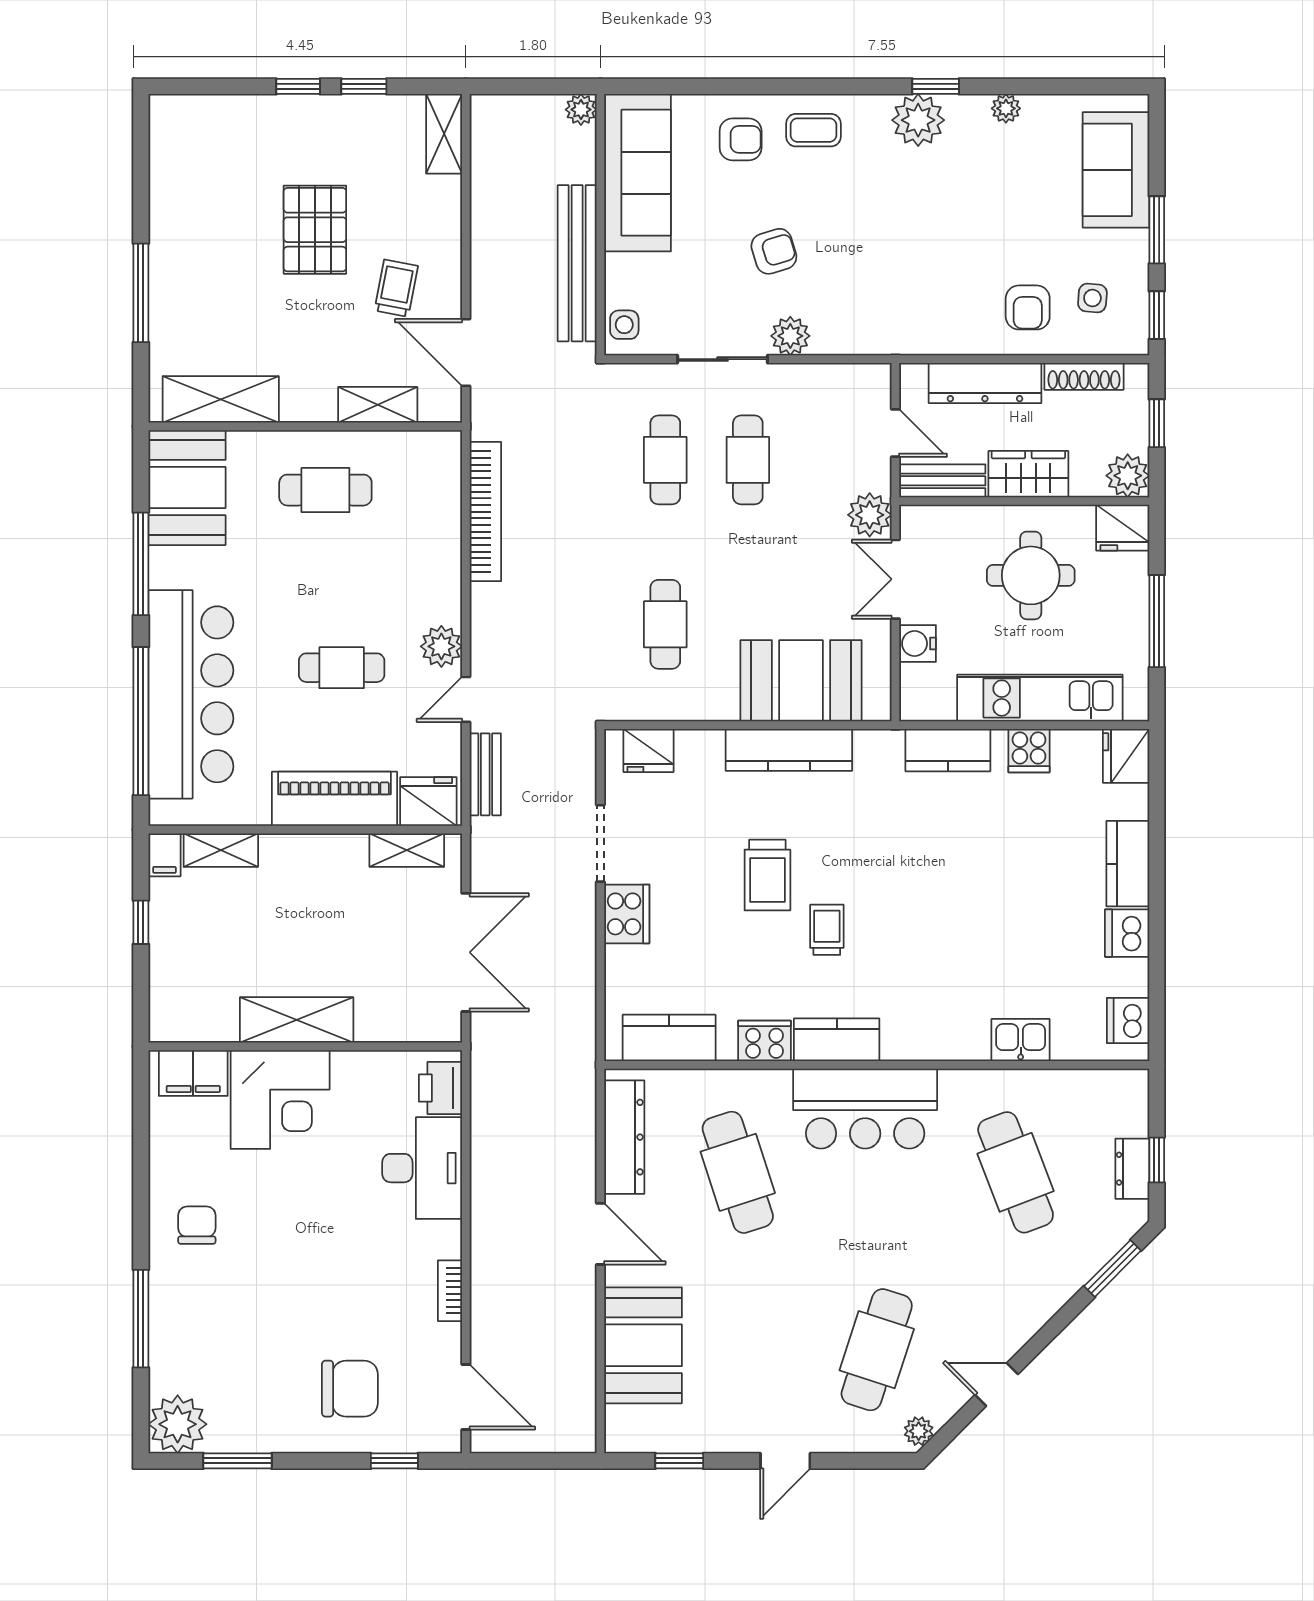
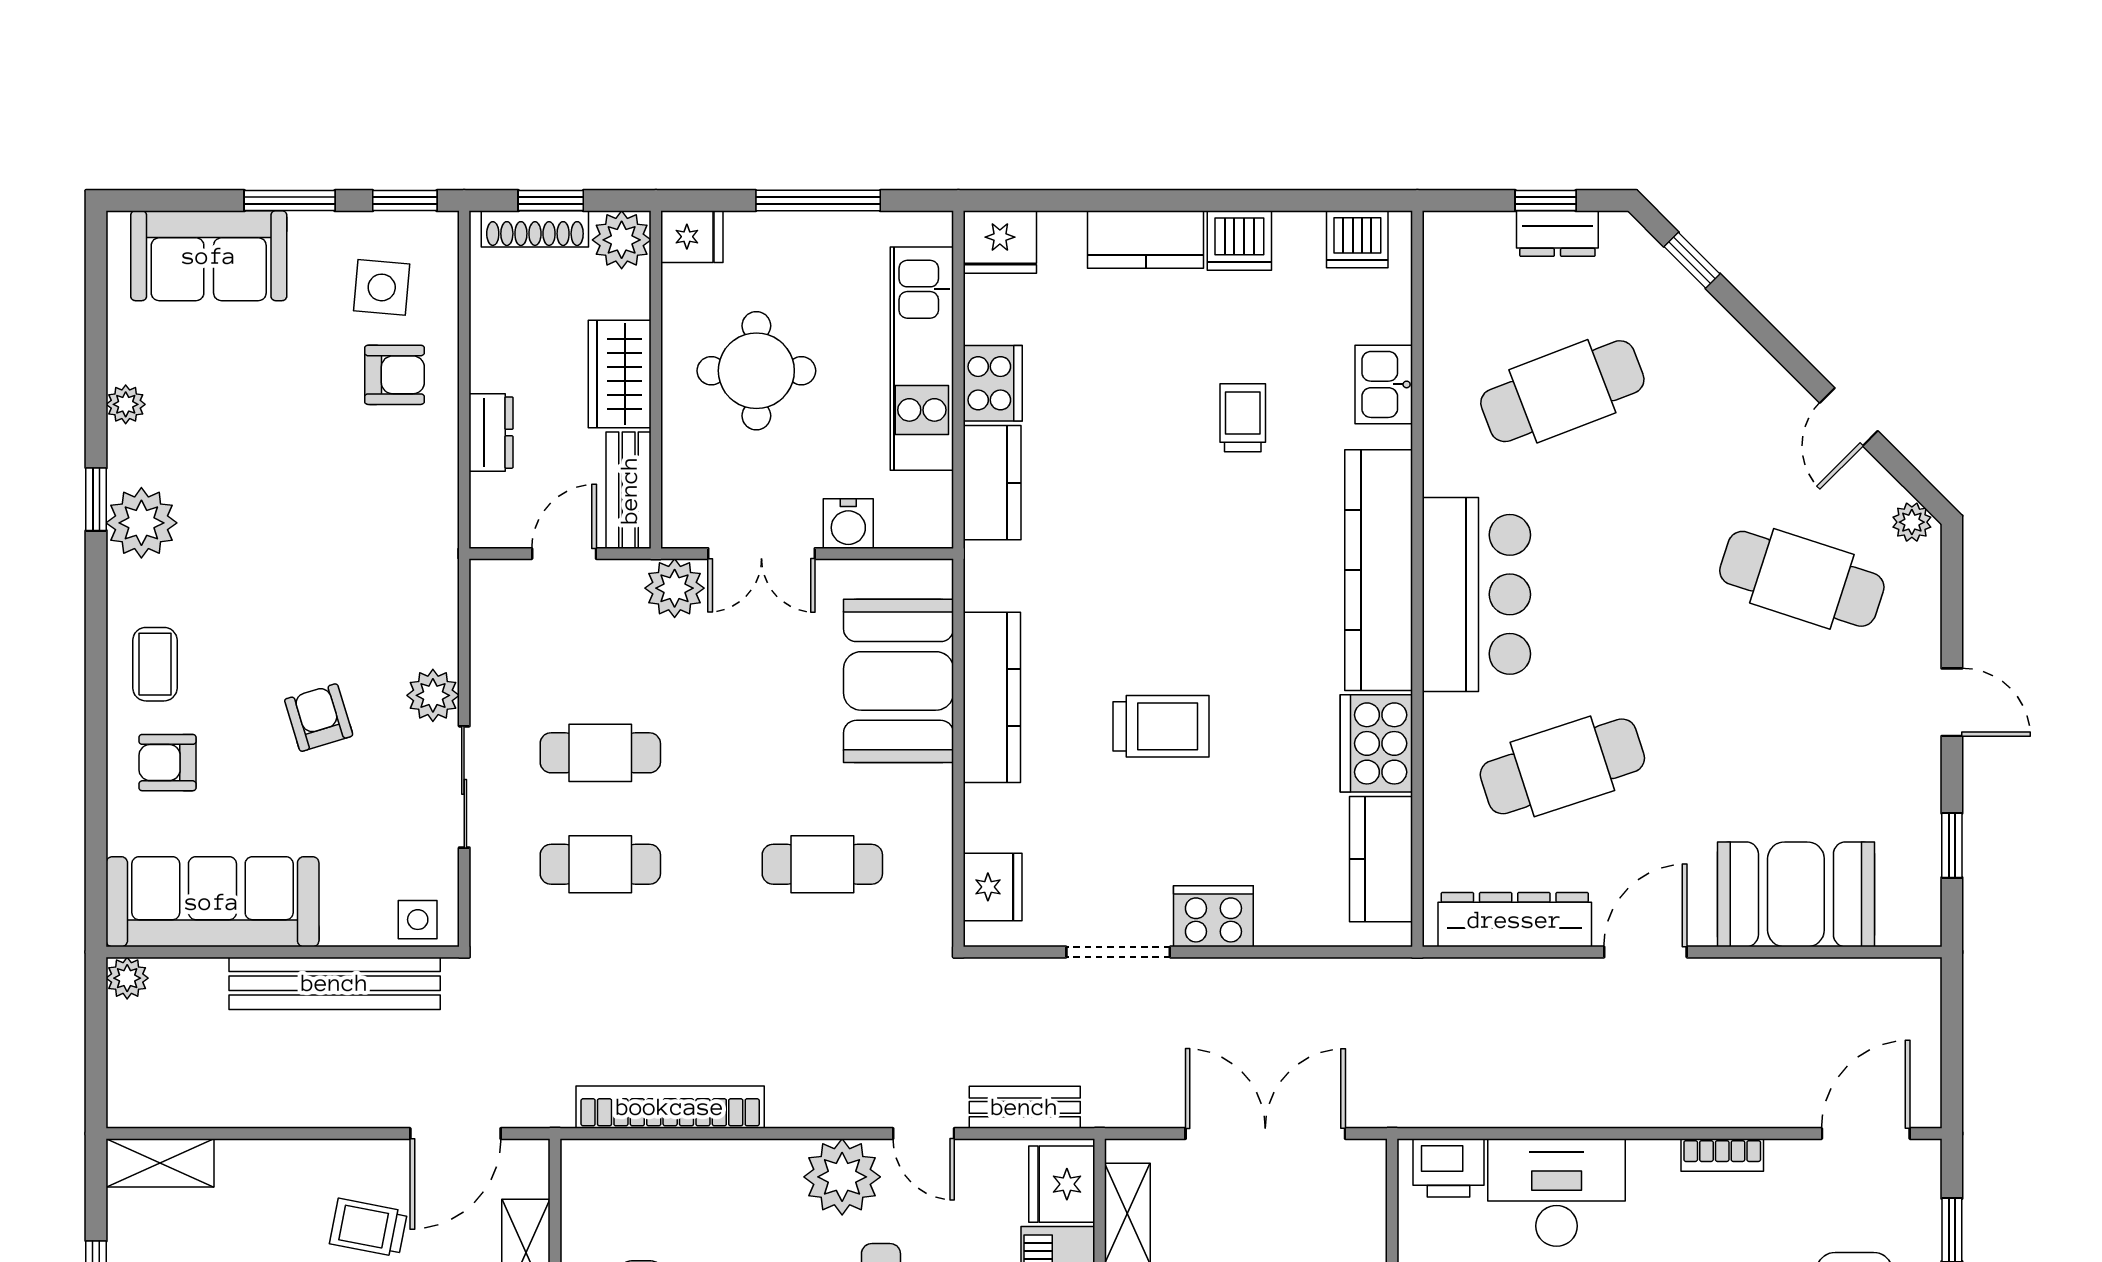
armchair: (741, 139) -> (167, 763), turned -90
side table: (1092, 298) -> (382, 287), width x1.37, depth x1.37
shoe rack: (1084, 376) -> (535, 229), moved, turned 90
dresser: (985, 383) -> (491, 433), width x0.51, depth x0.80
fridge: (1123, 528) -> (692, 237), width x0.72
plant: (441, 646) -> (842, 1177), width x1.36, depth x1.36
cooker: (1029, 751) -> (993, 383), width x1.36
trolley: (827, 930) -> (1243, 418), moved, turned 90
kitchen counter: (837, 1040) -> (1379, 570), width x2.08, depth x1.17
cooker: (765, 1041) -> (1376, 743), width x1.37, depth x1.31
window: (1113, 1268) -> (1692, 260), width x0.67

